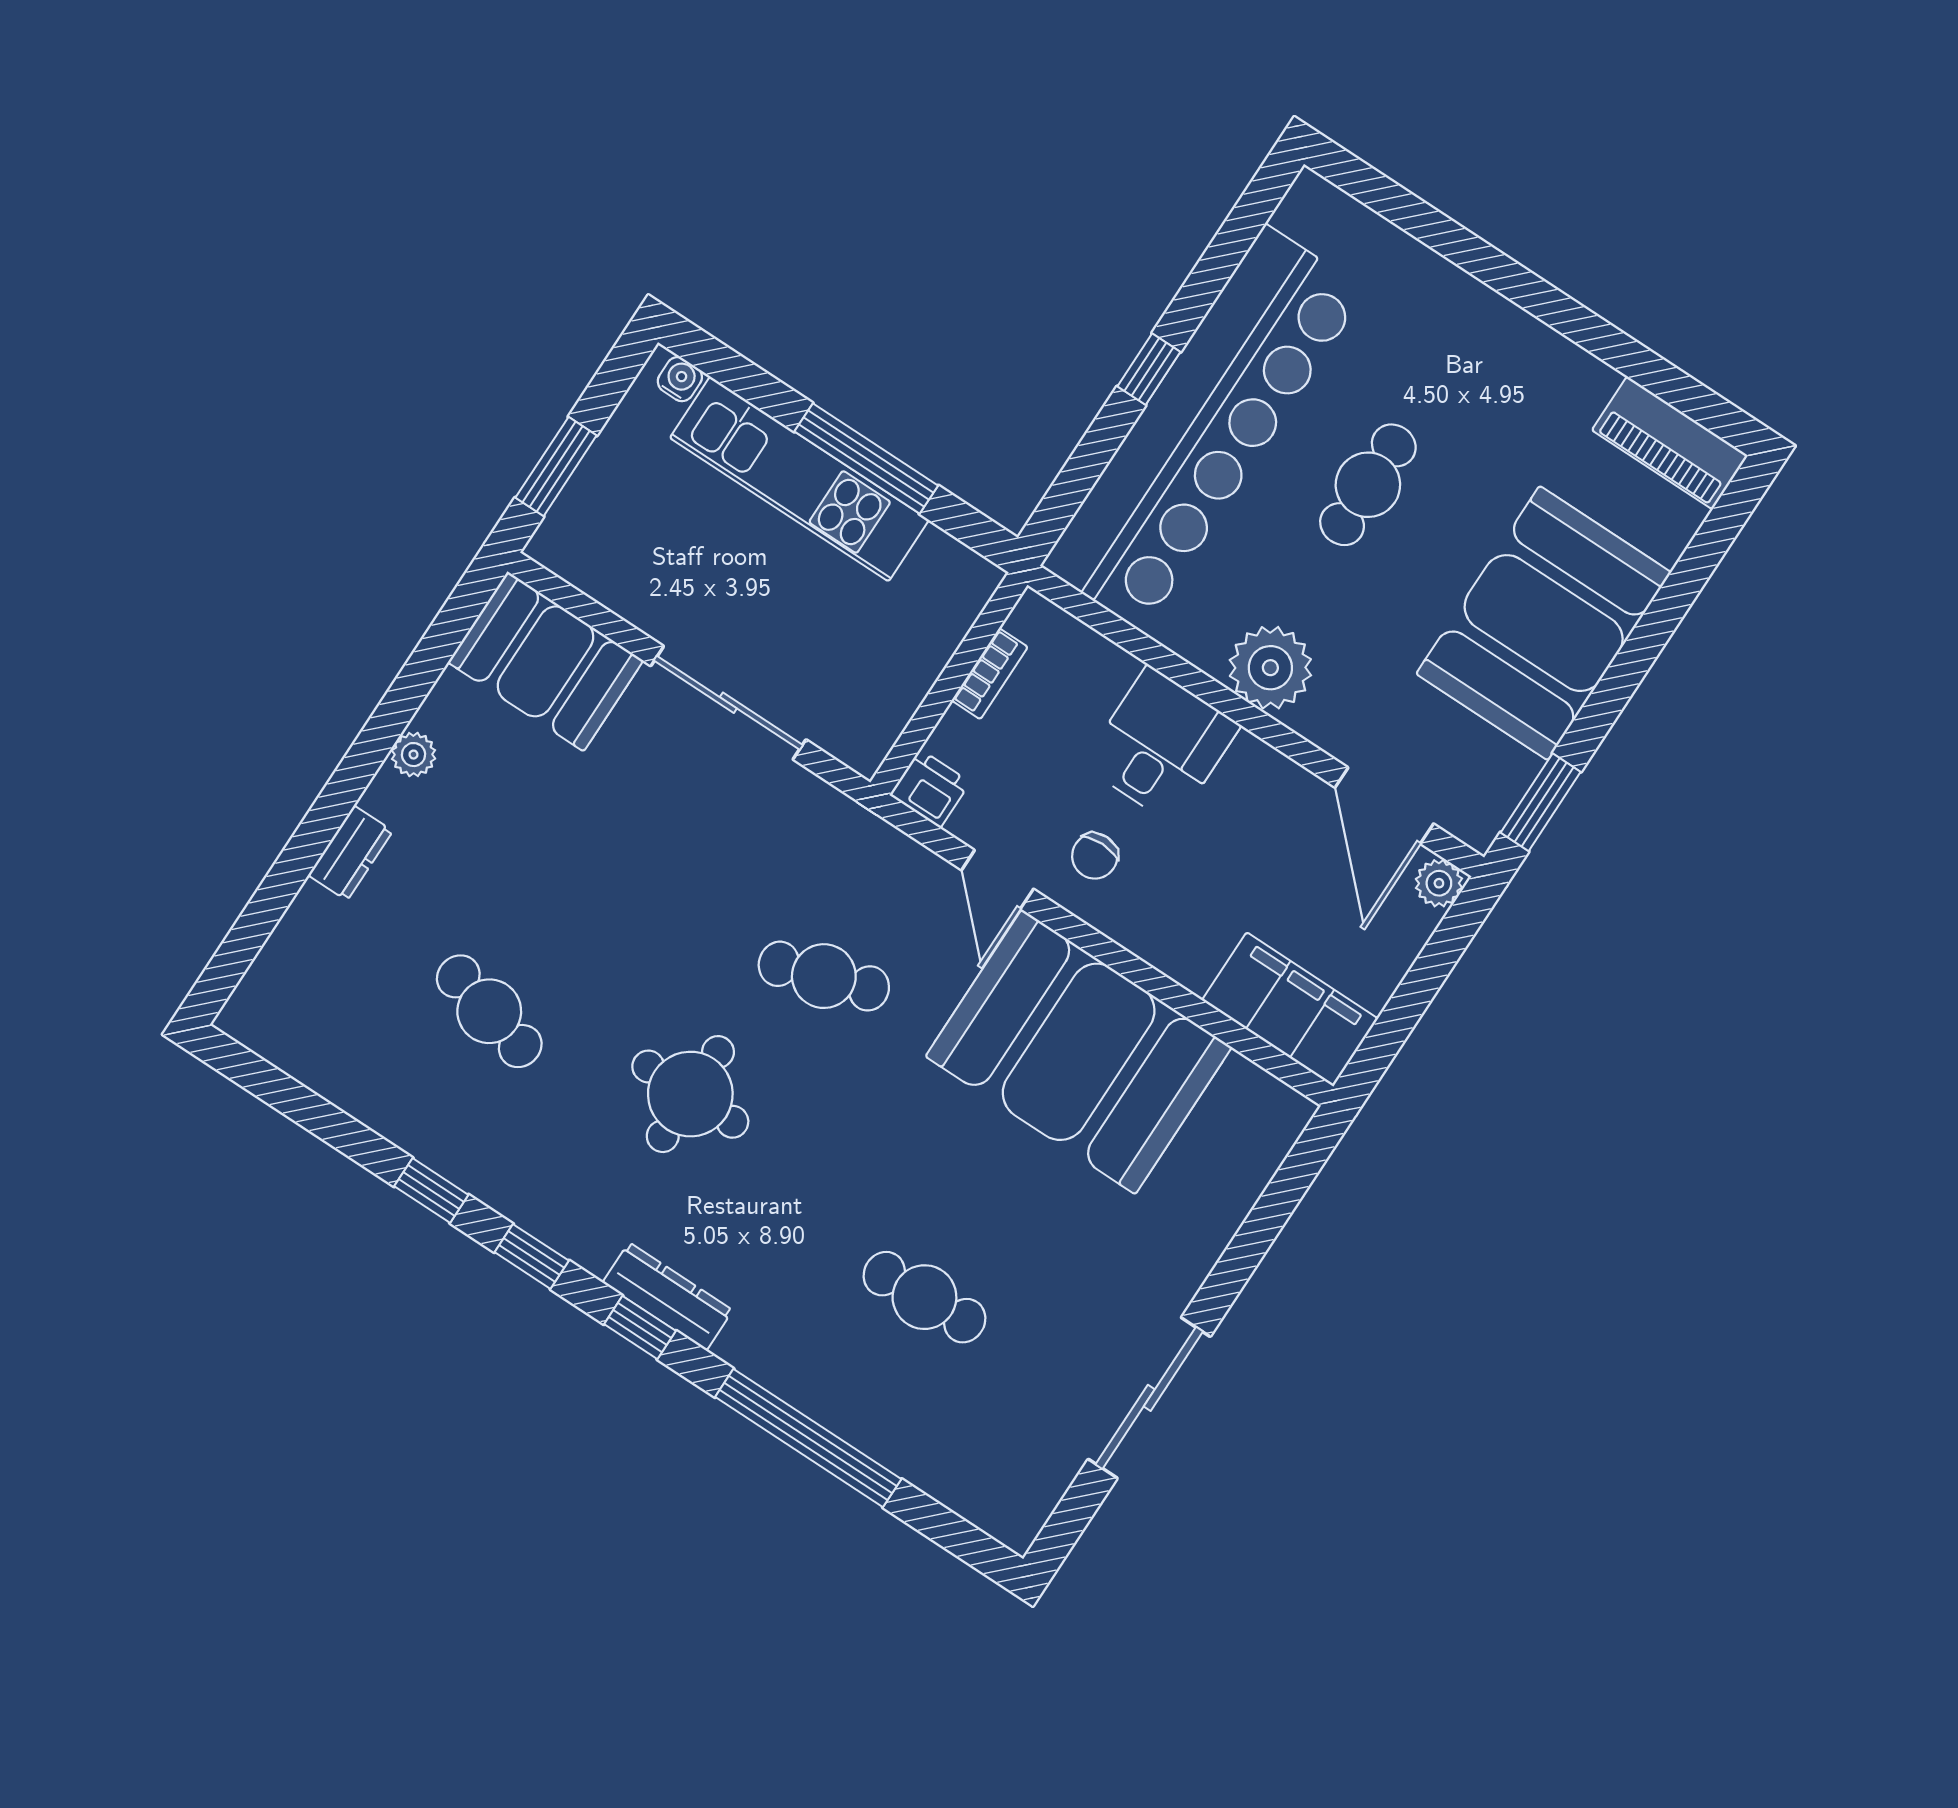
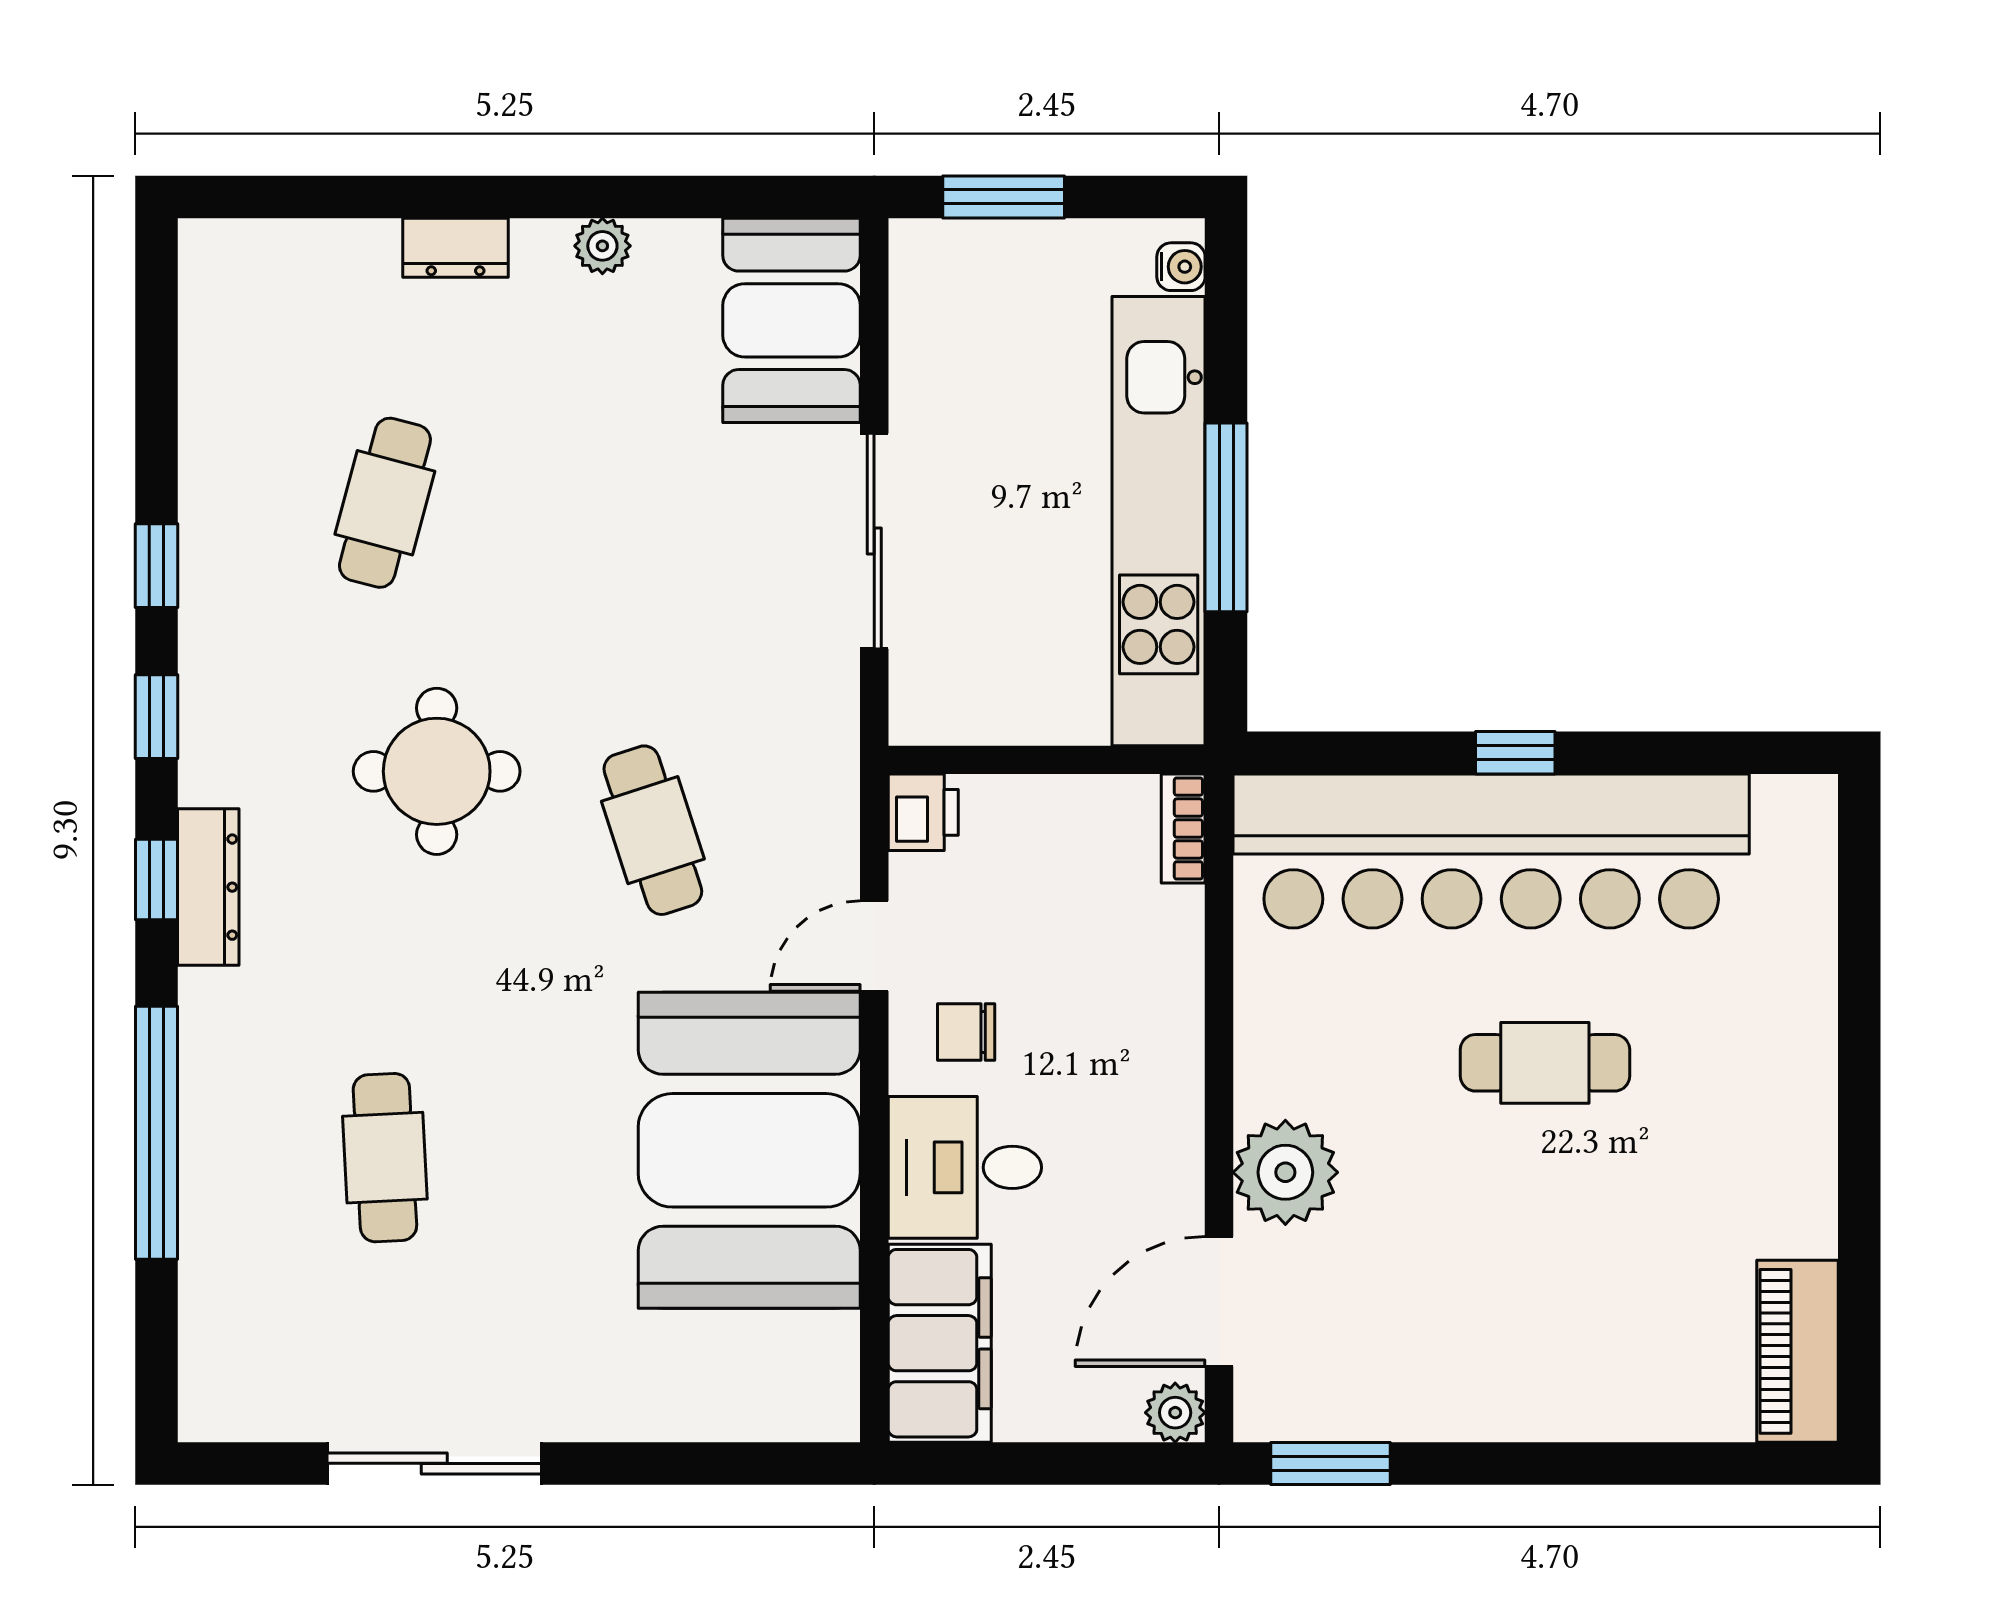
kitchen unit: (799, 479) -> (1159, 521), width x1.36
booth: (1544, 623) -> (1521, 1343), removed
plant: (1270, 668) -> (1285, 1172), moved
bookcase: (990, 674) -> (1183, 828), moved, turned 90
desk: (1161, 745) -> (965, 1167), moved, turned 180

